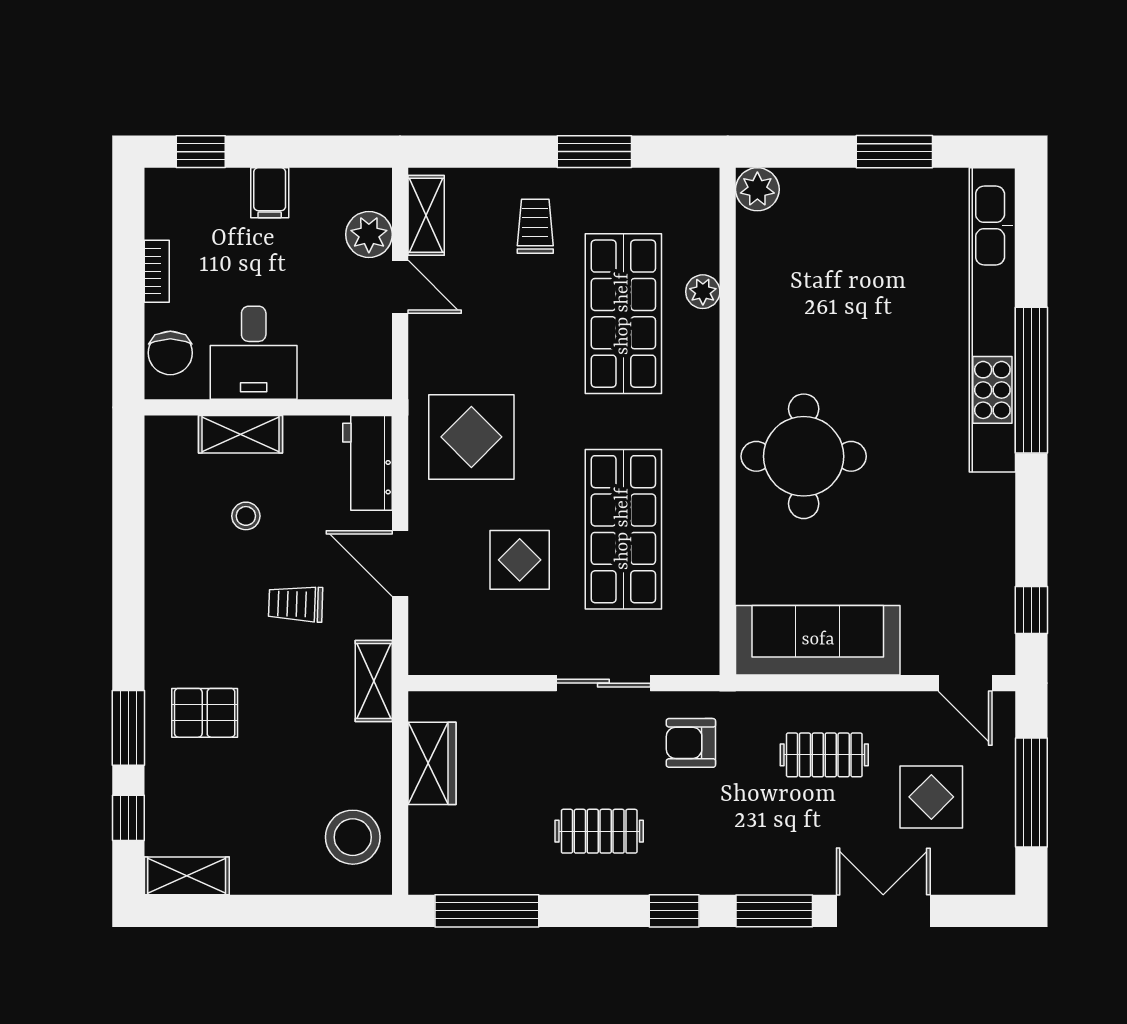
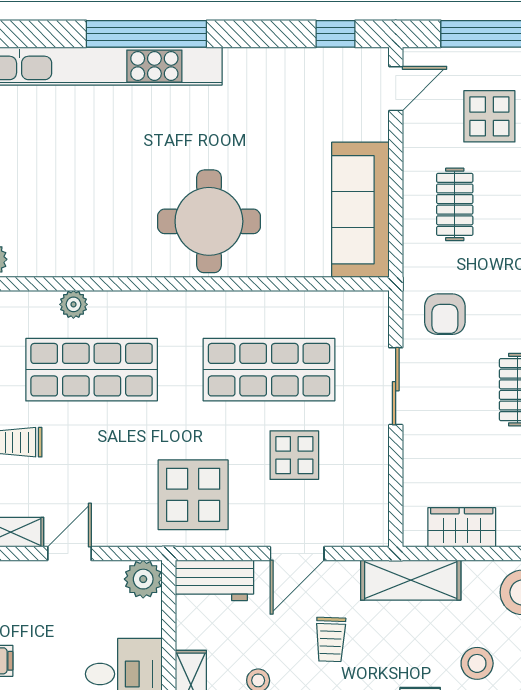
plant: (369, 234) -> (143, 579), moved
shelving: (374, 681) -> (411, 580), width x1.50, depth x1.33
stool: (266, 782) -> (477, 663), added

